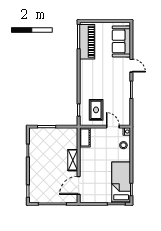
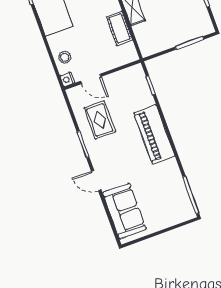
piano: (87, 42) -> (154, 134), moved
rug: (96, 110) -> (100, 120), moved
cot: (85, 137) -> (119, 28), moved

